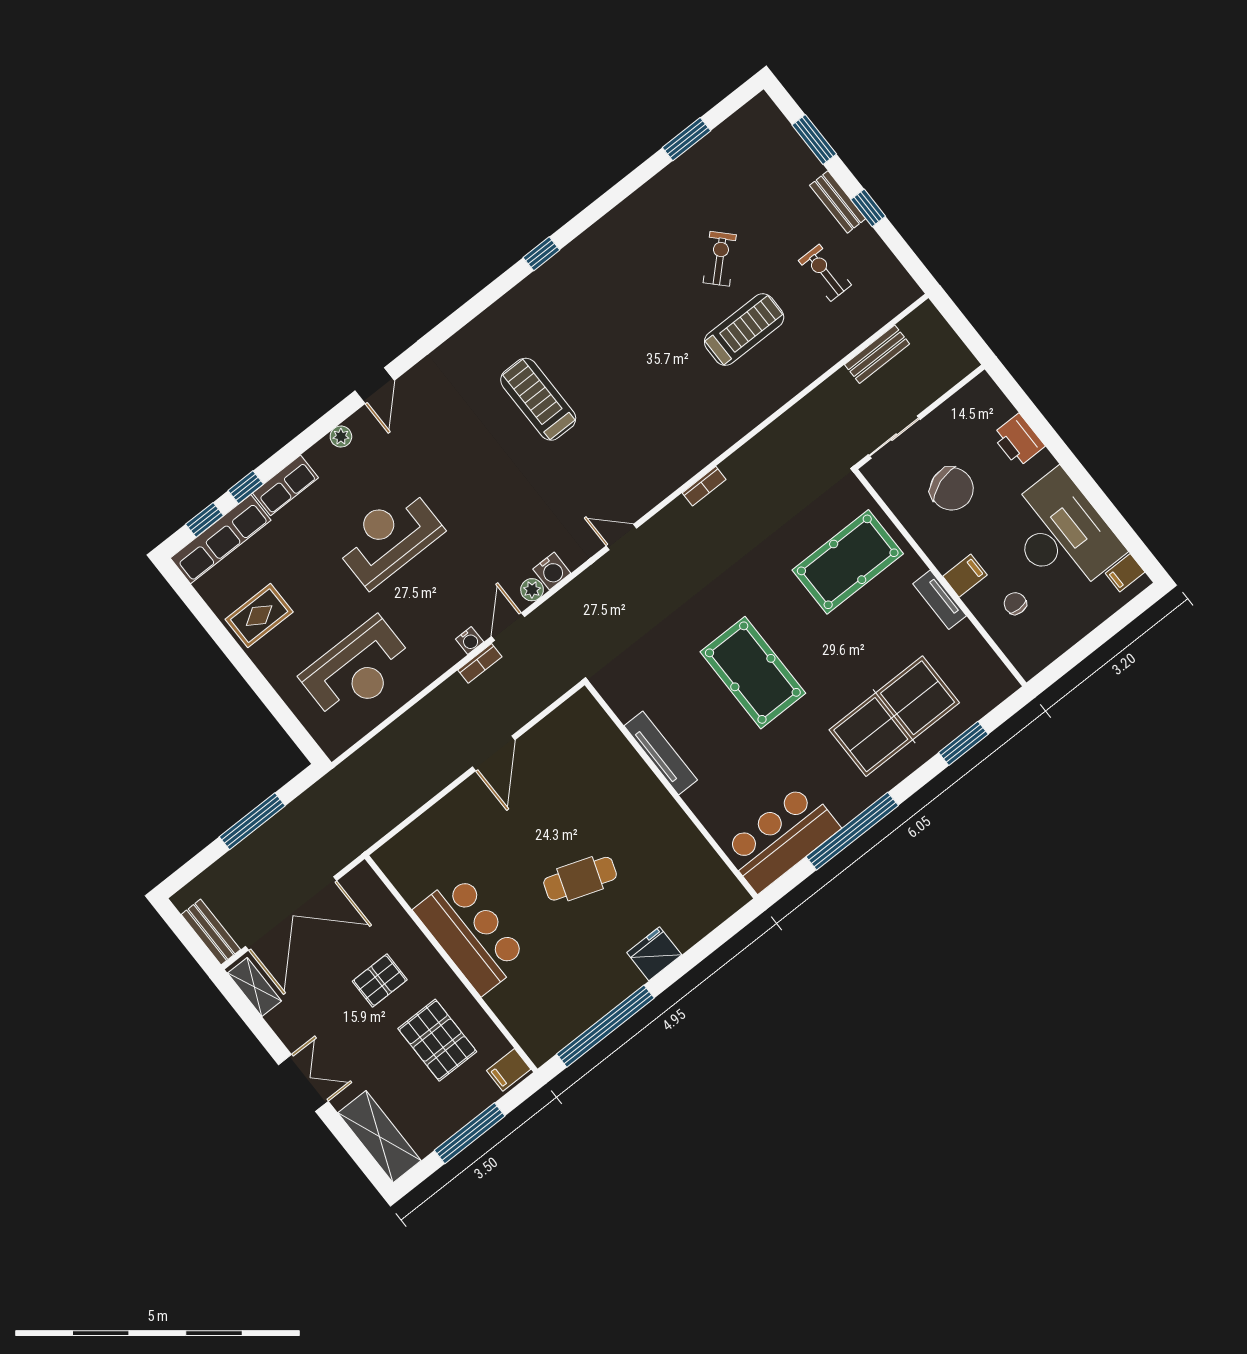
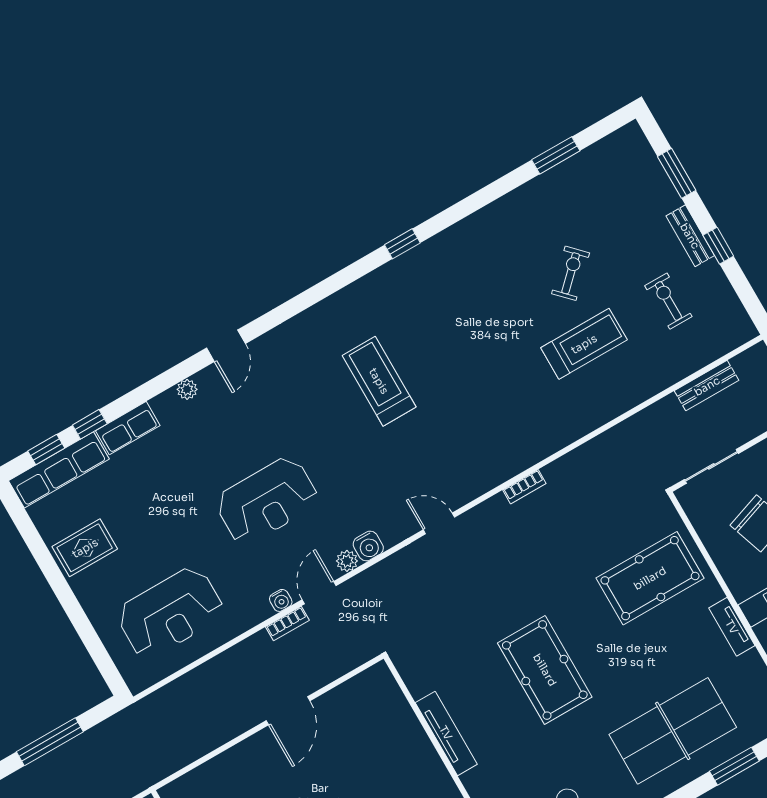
reception desk: (389, 537) -> (267, 501), moved, turned 180

